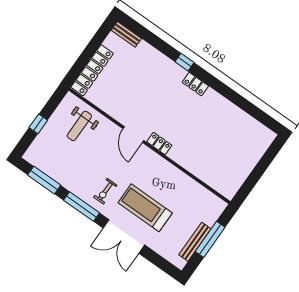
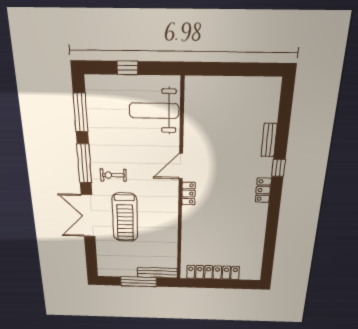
bench: (126, 34) -> (269, 140), moved
locker: (92, 70) -> (213, 272), moved, turned 180
weight bench: (79, 126) -> (154, 111), width x1.36, depth x1.33
treadmill: (145, 208) -> (125, 217), turned 180
bench: (195, 242) -> (157, 273), moved

